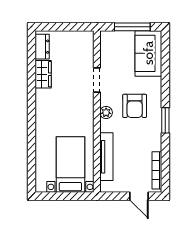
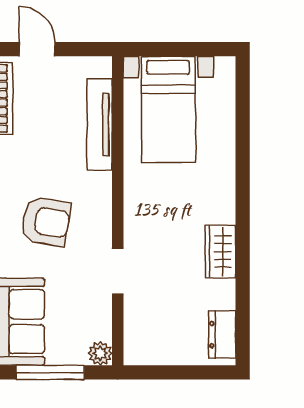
wardrobe: (43, 74) -> (220, 252), moved
armchair: (135, 106) -> (46, 221), turned 100
plant: (106, 112) -> (100, 353), moved

